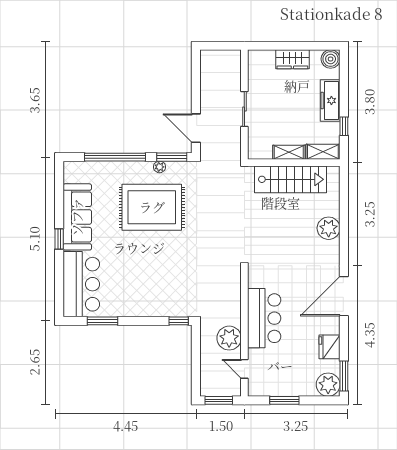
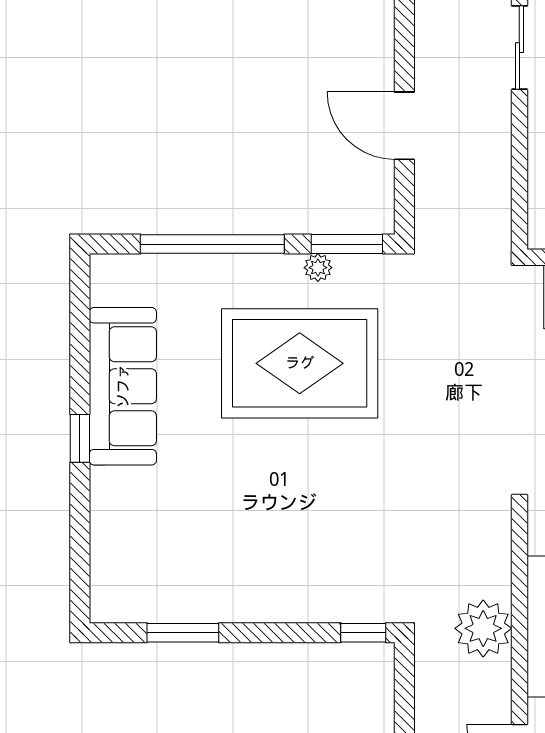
sliding door: (244, 109) -> (519, 48), moved
door: (196, 128) -> (404, 126), moved
bar counter: (81, 284) -> (132, 546), removed
plant: (229, 338) -> (483, 628), moved

